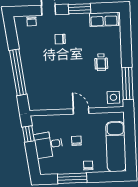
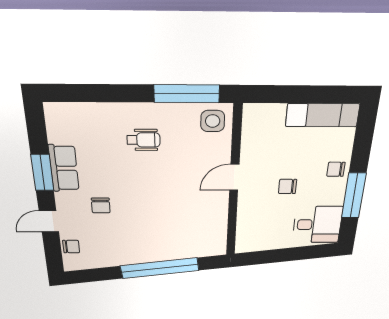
row of seats: (104, 19) -> (64, 168), moved
window: (28, 134) -> (266, 257), removed
desk: (48, 144) -> (317, 225), moved, turned -83
exam couch: (116, 147) -> (322, 115), width x0.73, depth x0.69

